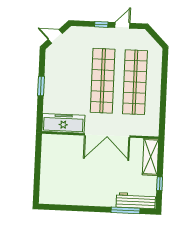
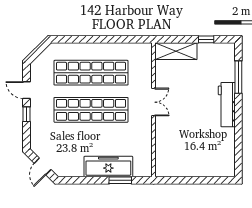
window: (41, 86) -> (120, 180), moved
freezer: (63, 123) -> (108, 167), moved, turned 90
double door: (107, 135) -> (154, 102), width x0.54
workbench: (136, 201) -> (227, 105), moved

